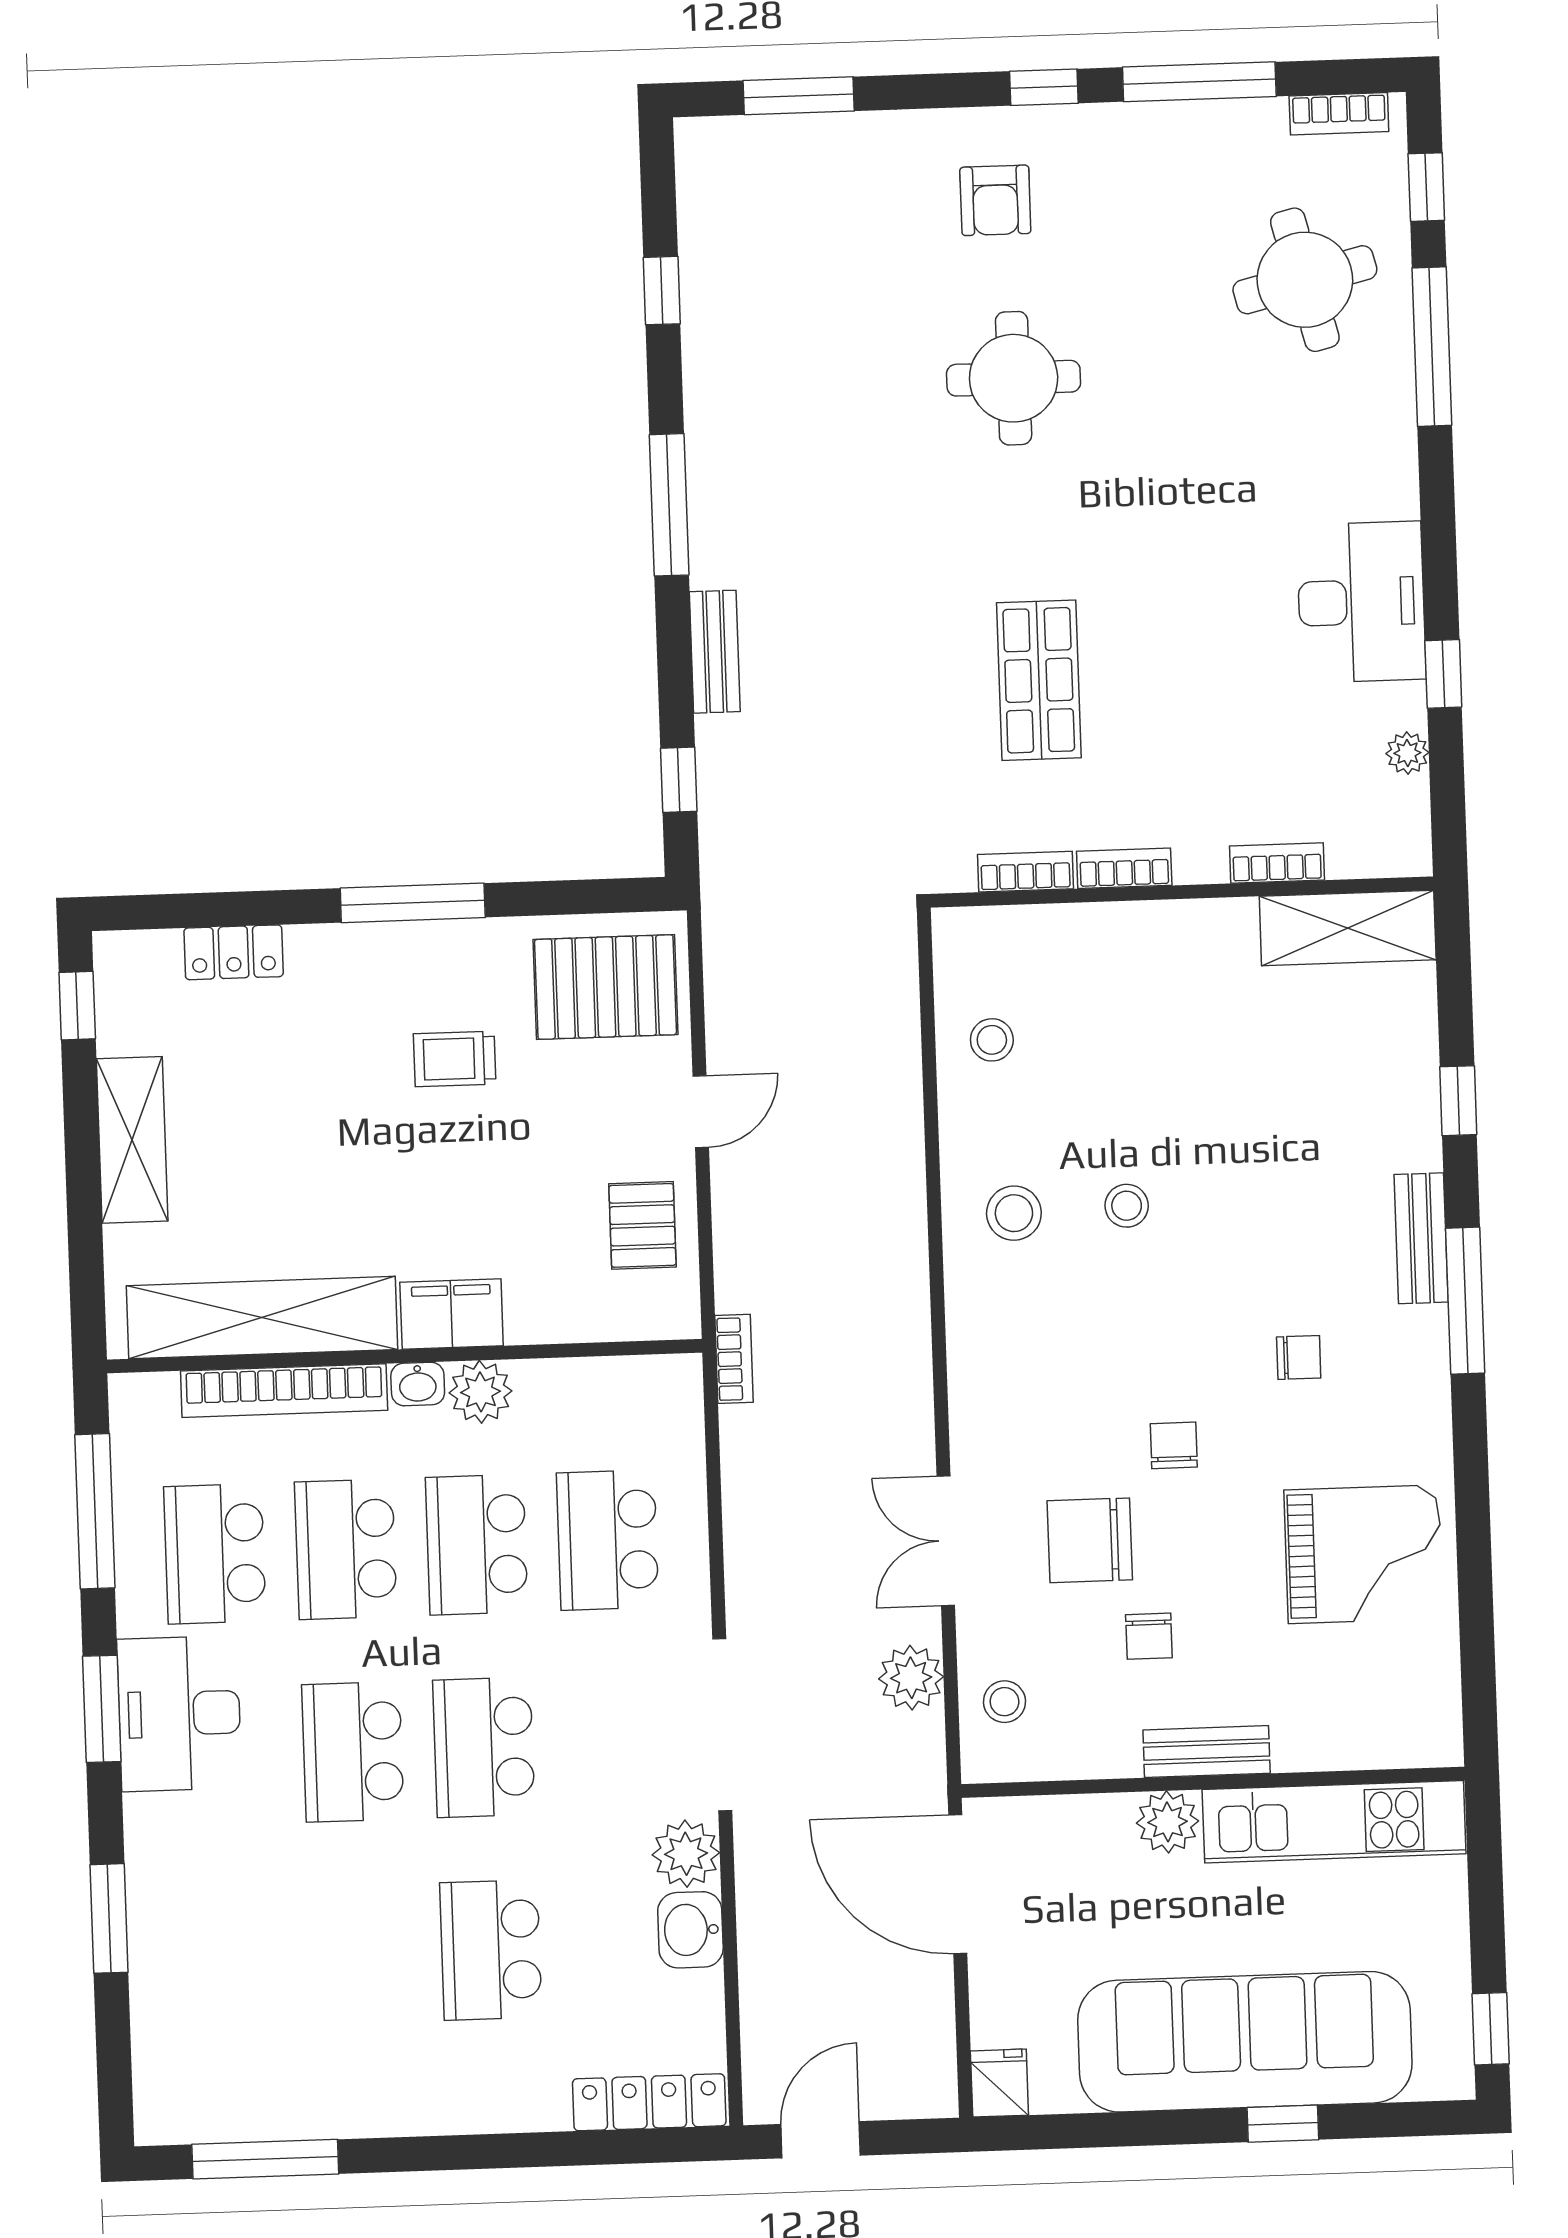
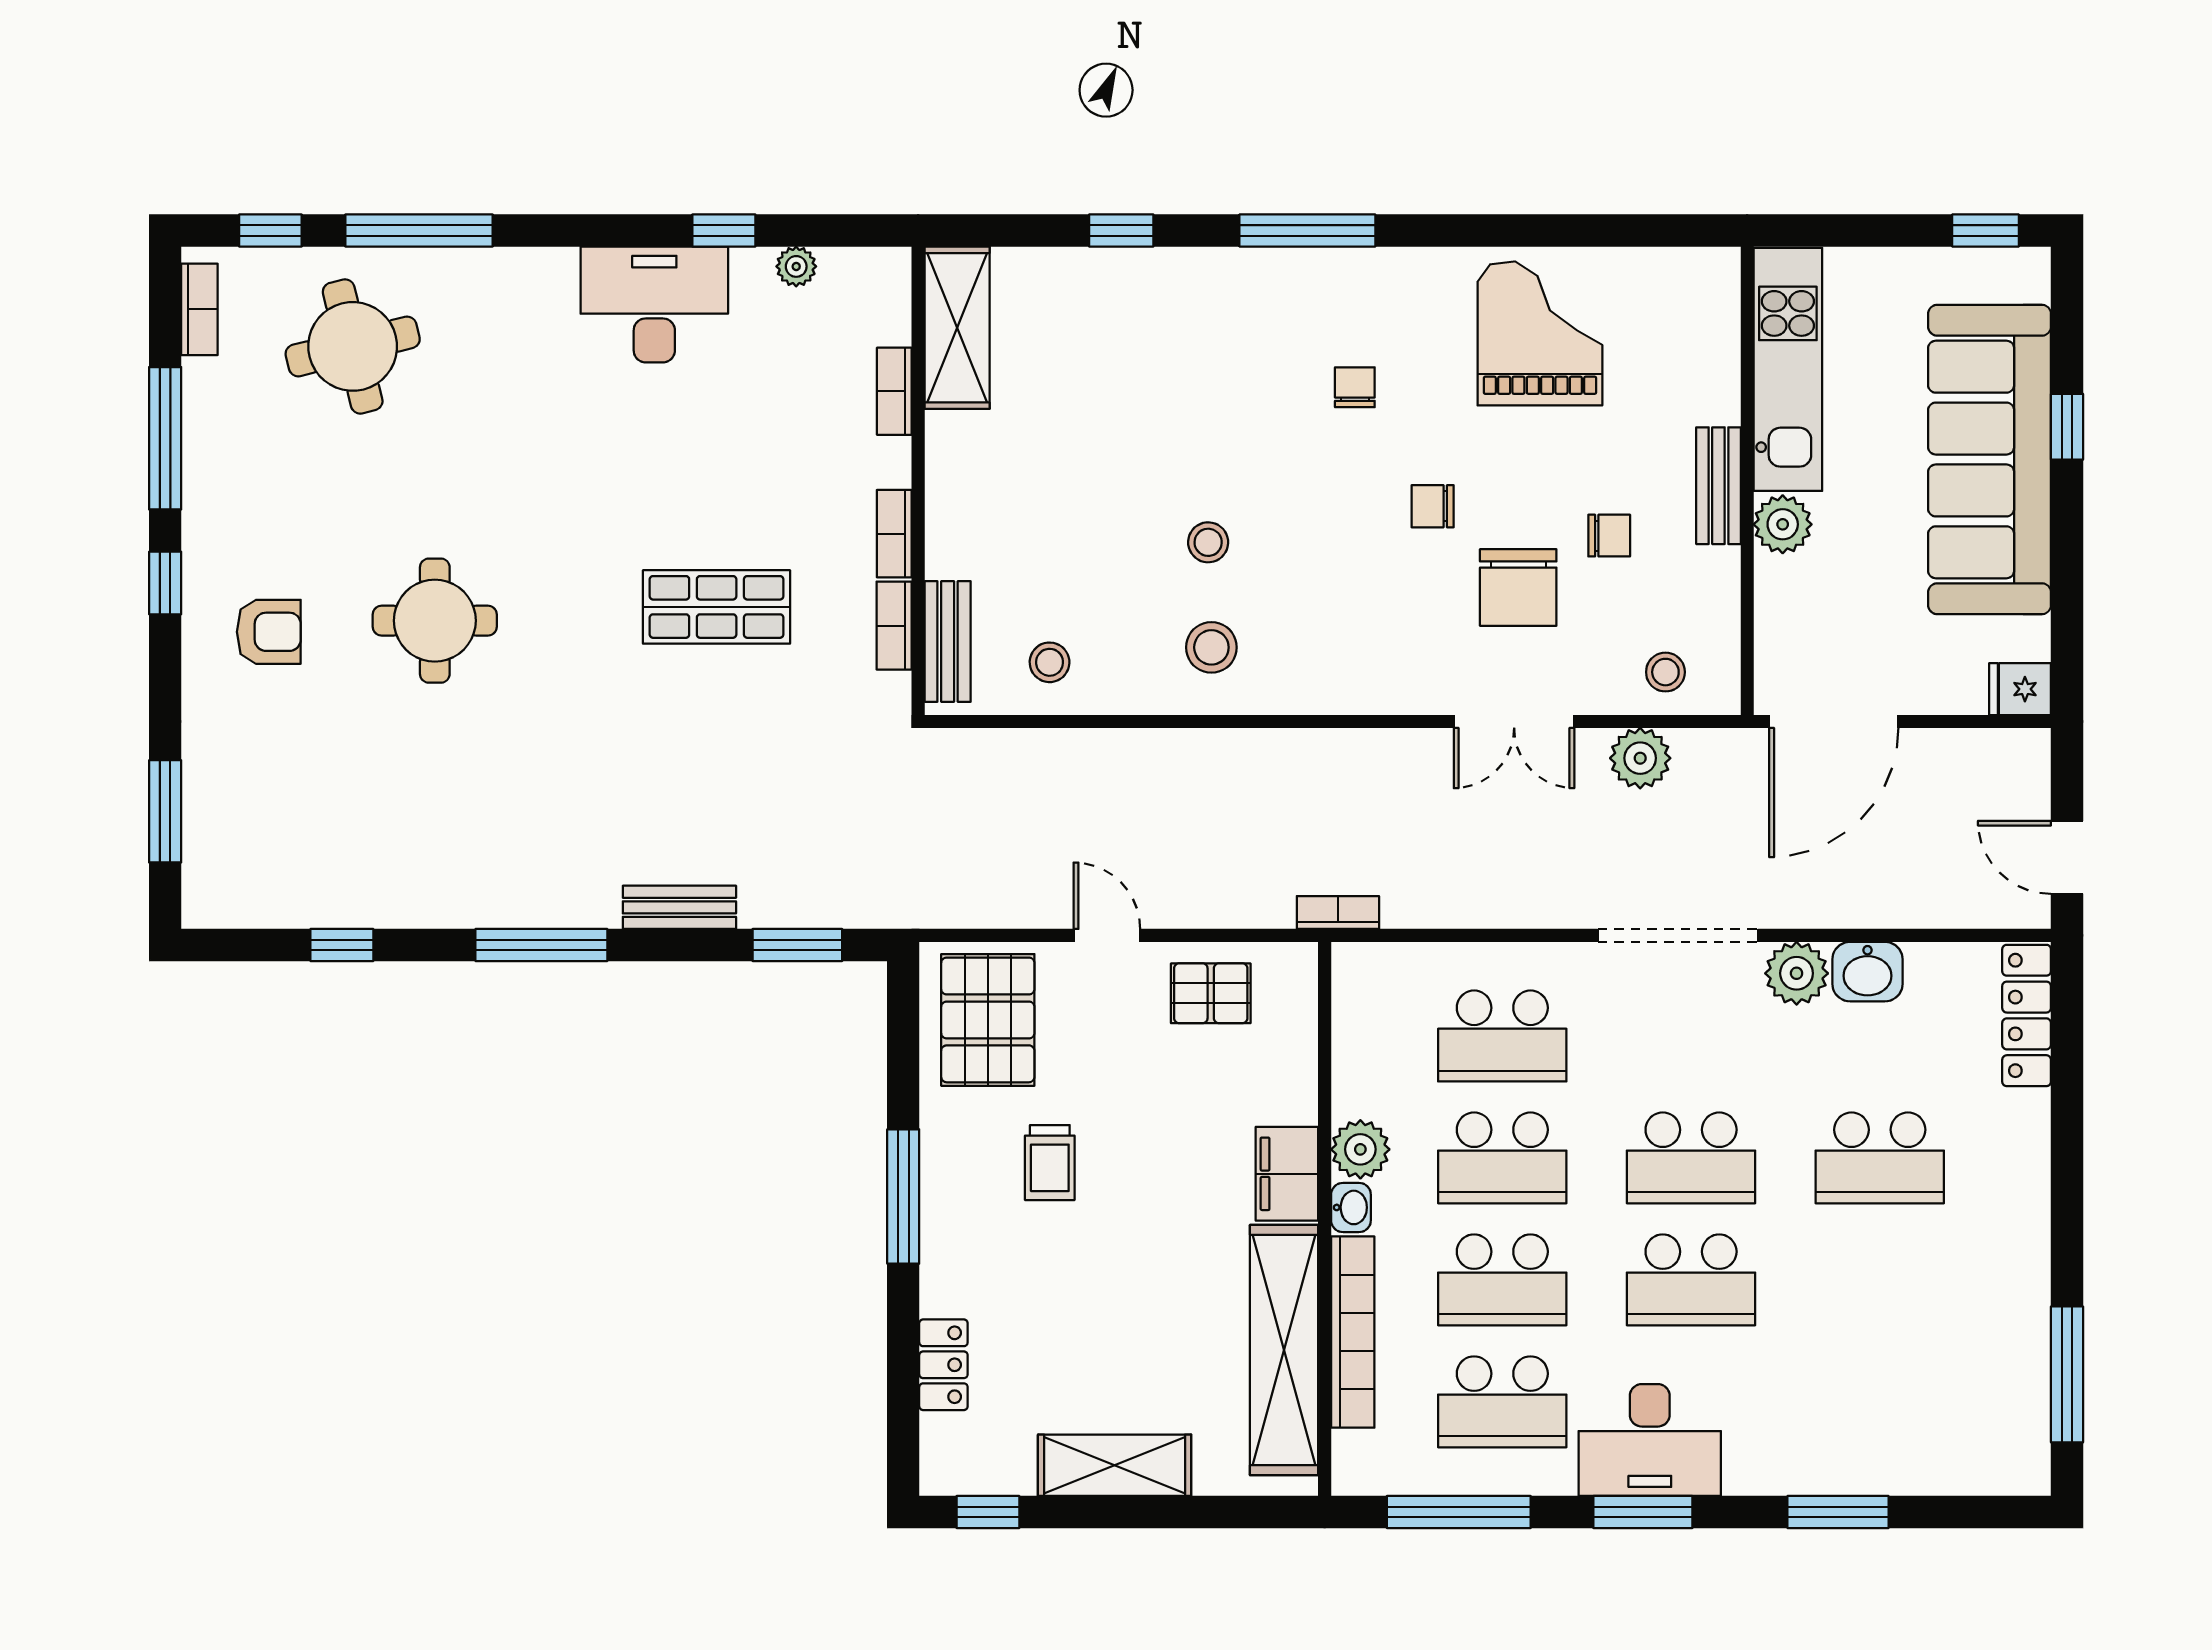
window: (679, 780) -> (797, 945), width x1.50
bench: (1421, 1238) -> (948, 641), moved, turned 90

